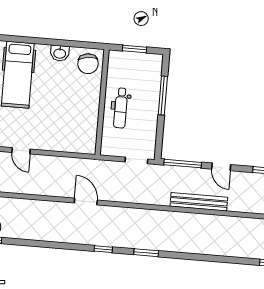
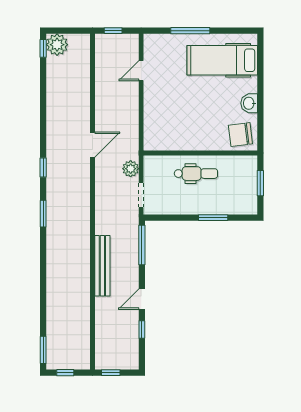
window: (163, 96) -> (213, 218), width x0.69
dental chair: (121, 108) -> (196, 174), turned 180
door: (221, 167) -> (142, 299), moved
plant: (111, 168) -> (131, 169), added

